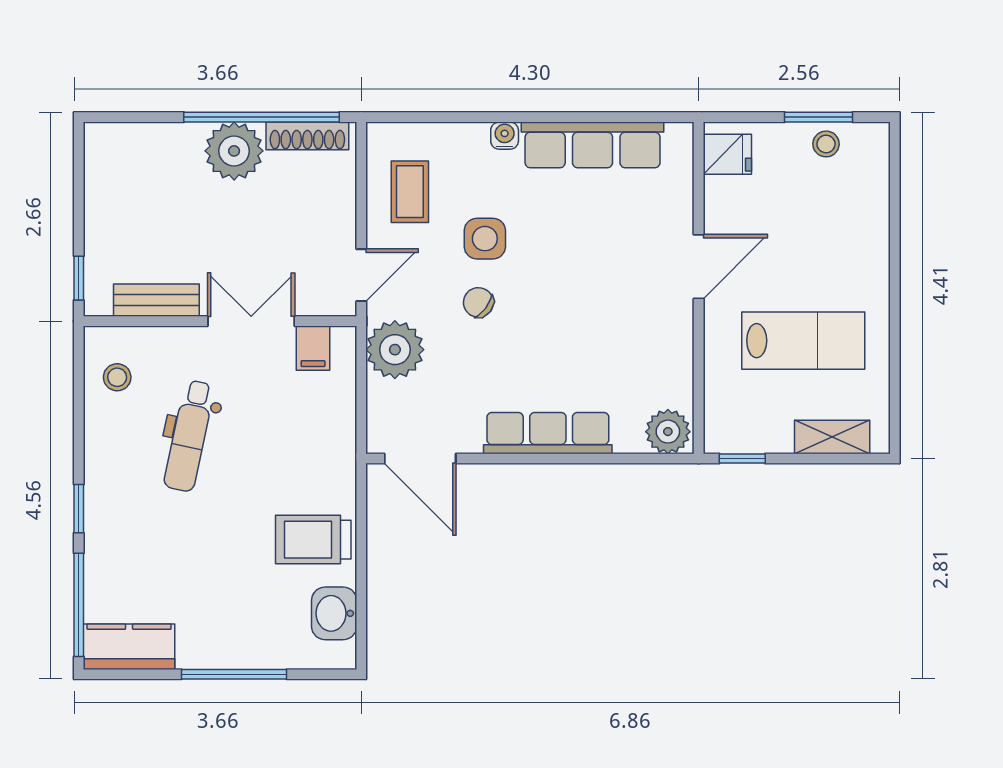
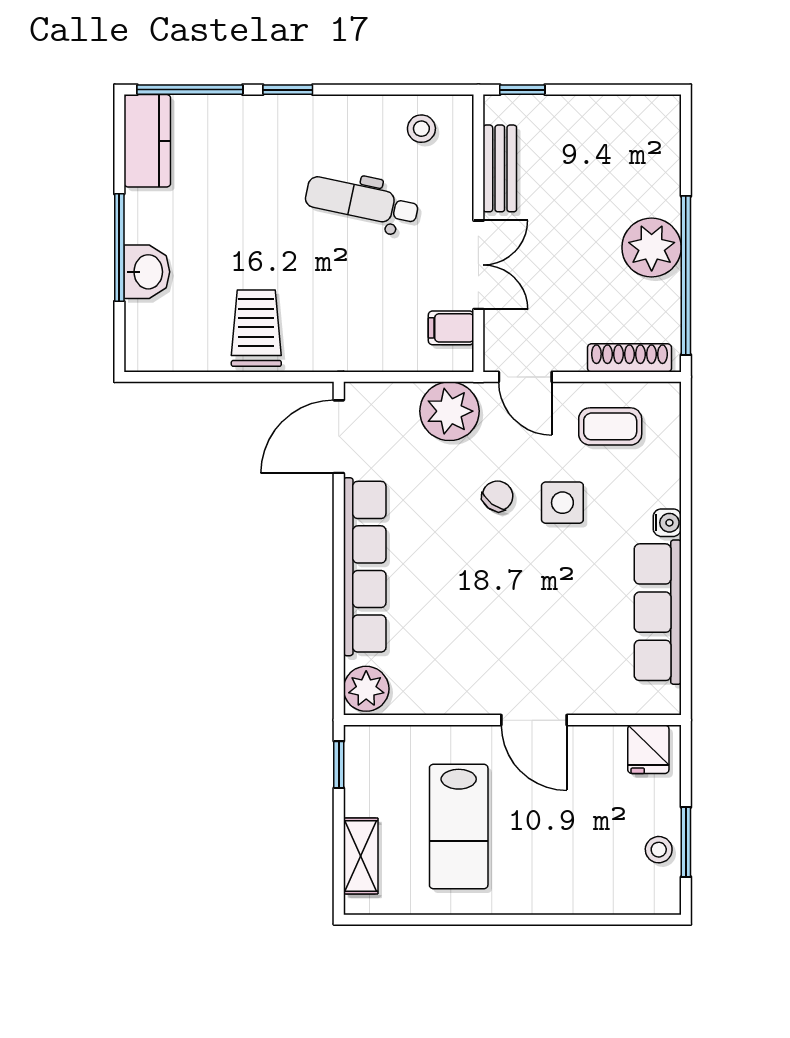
shoe rack: (307, 136) -> (629, 358), moved, turned 90
row of seats: (548, 433) -> (365, 567), width x1.36
washbasin: (334, 613) -> (147, 272), moved, turned 90

